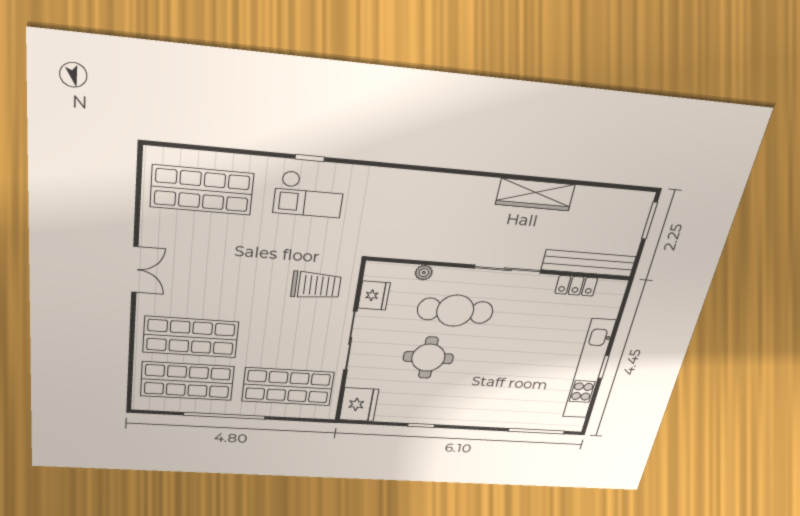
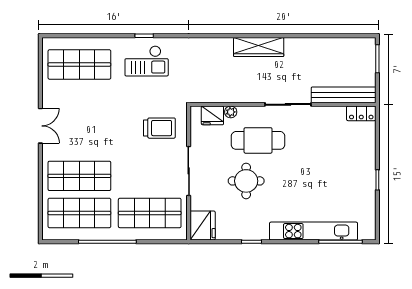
wardrobe: (535, 195) -> (259, 47), moved
locker: (576, 286) -> (361, 113), moved
fridge: (374, 296) -> (212, 115), moved, turned 90
kitchen unit: (589, 369) -> (314, 231), moved, turned 90

